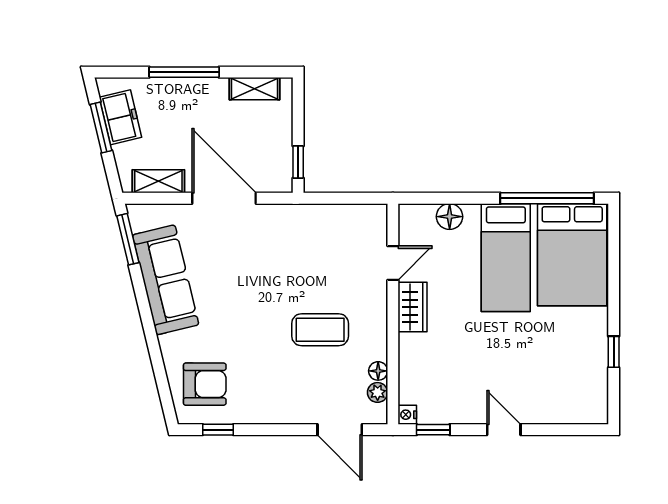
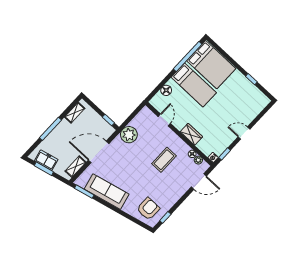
plant: (306, 224) -> (129, 135), added
wardrobe: (412, 307) -> (191, 134), moved

